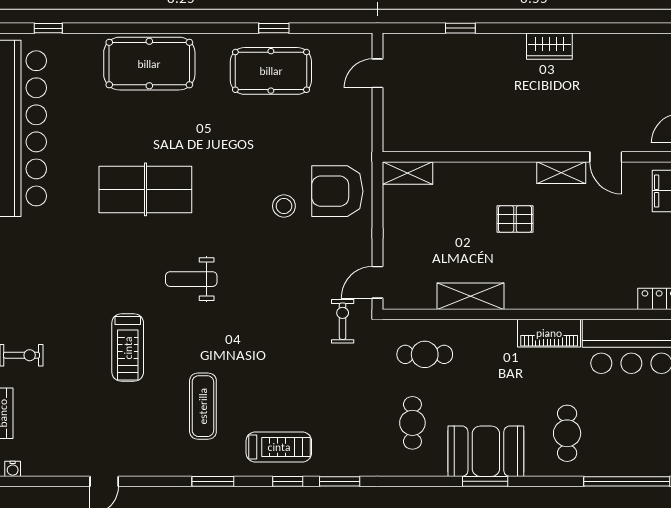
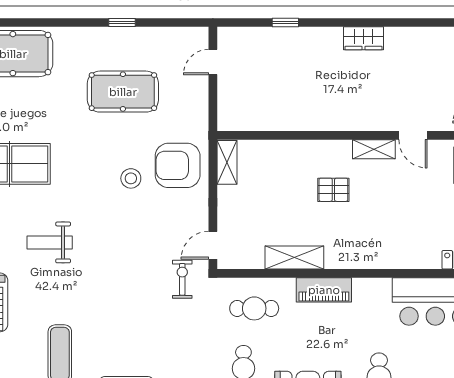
pool table: (271, 71) -> (123, 92), moved
shelving: (407, 173) -> (227, 162), moved, turned 90
piano: (549, 333) -> (324, 290), moved

